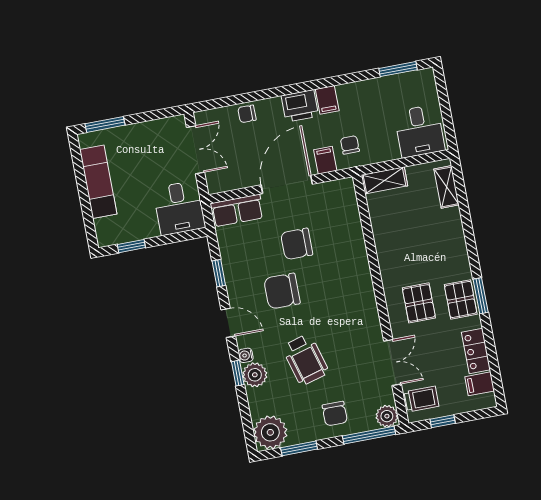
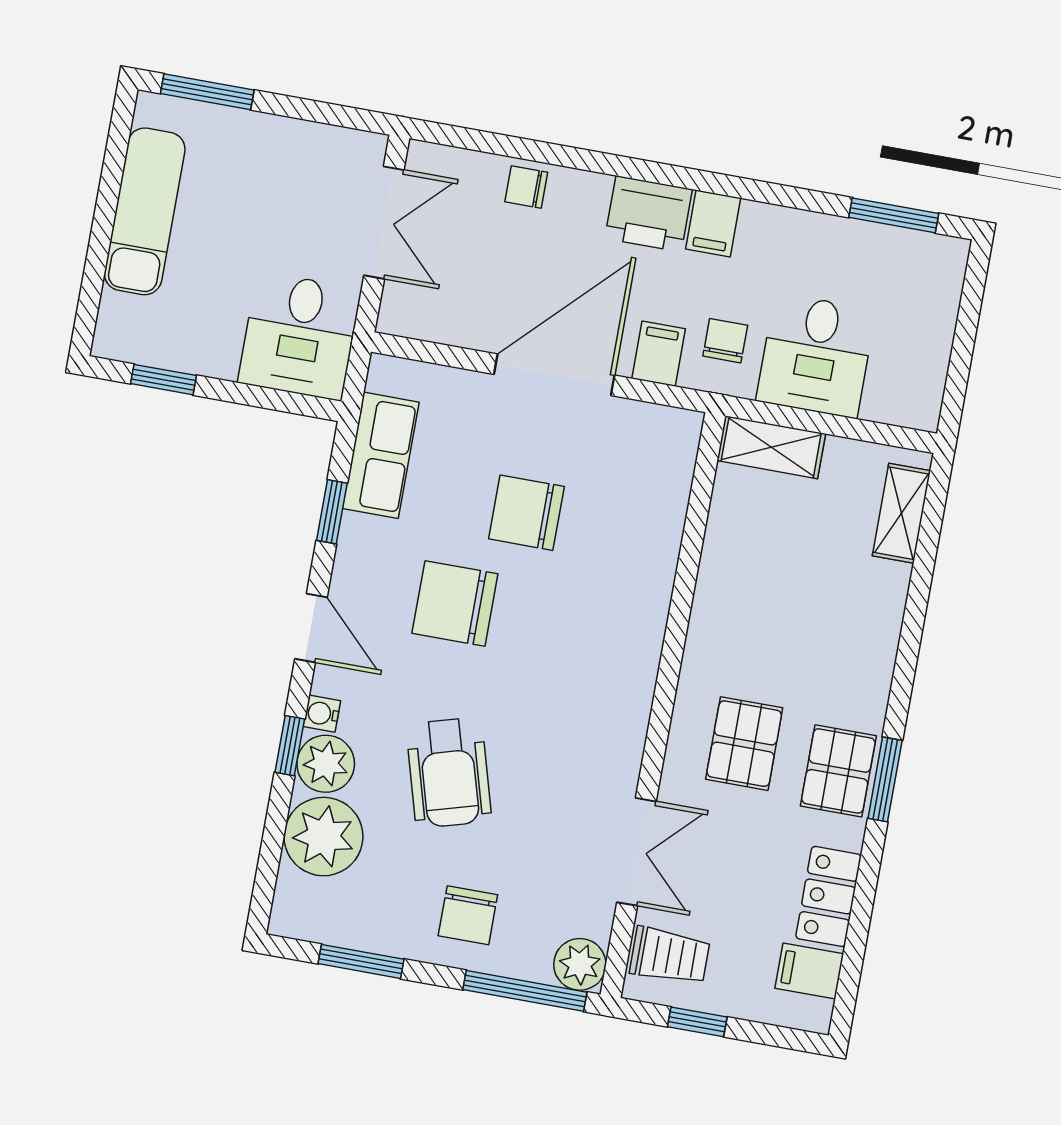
desk: (419, 131) -> (816, 355), moved
row of seats: (237, 211) -> (381, 455), moved, turned -90
plant: (270, 432) -> (323, 837), moved

